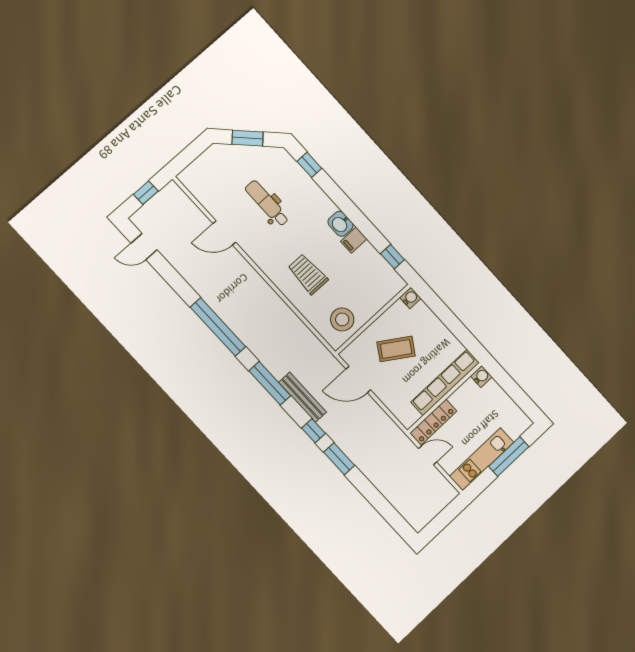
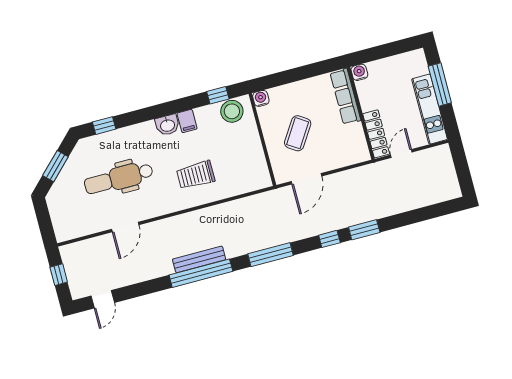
dental chair: (267, 203) -> (119, 178), width x1.36, depth x1.38
stool: (342, 319) -> (232, 111), moved
row of seats: (445, 382) -> (345, 96), width x0.73
bench: (303, 397) -> (199, 259), moved

